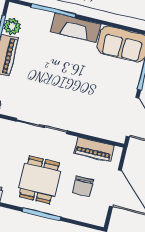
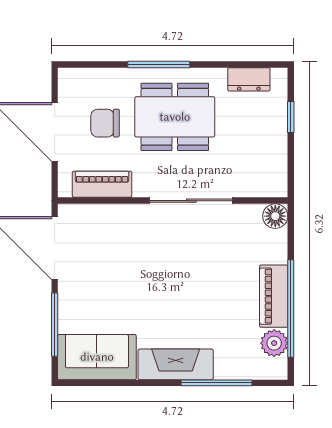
dining table: (39, 180) -> (175, 117), width x1.37
chair: (83, 186) -> (105, 123), turned -90

